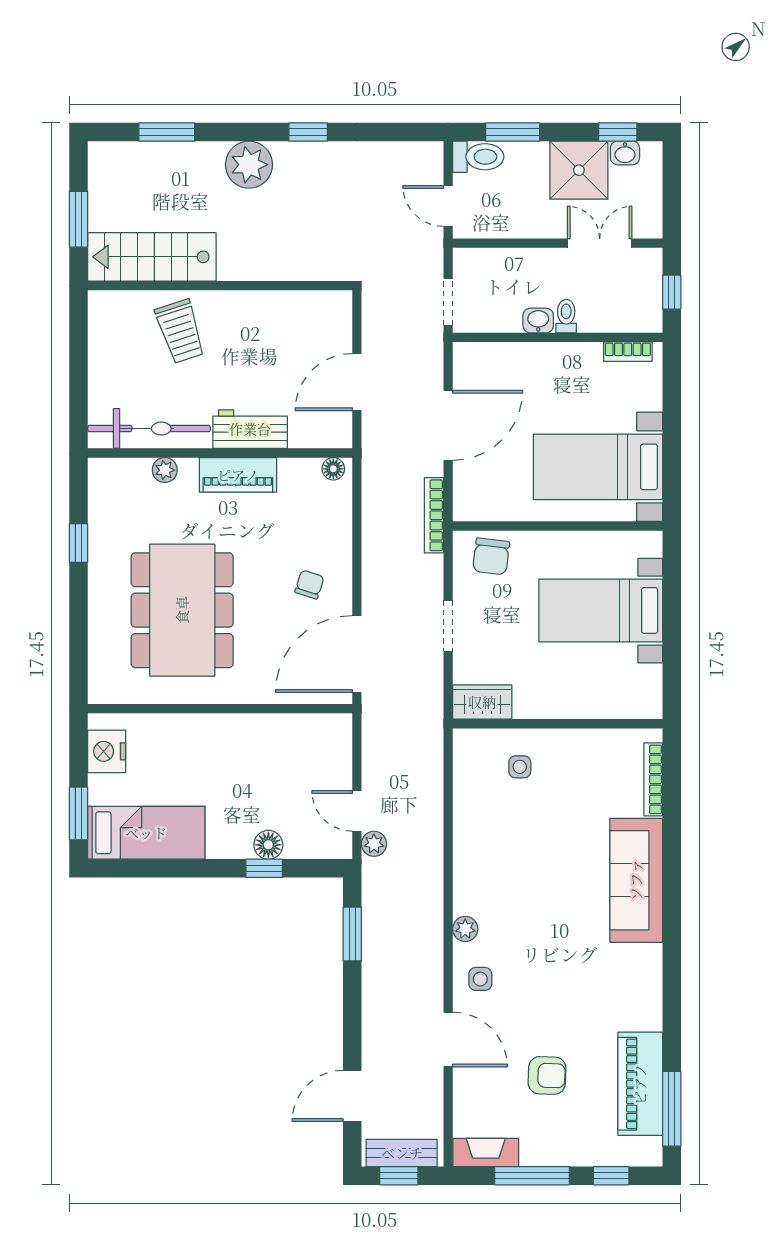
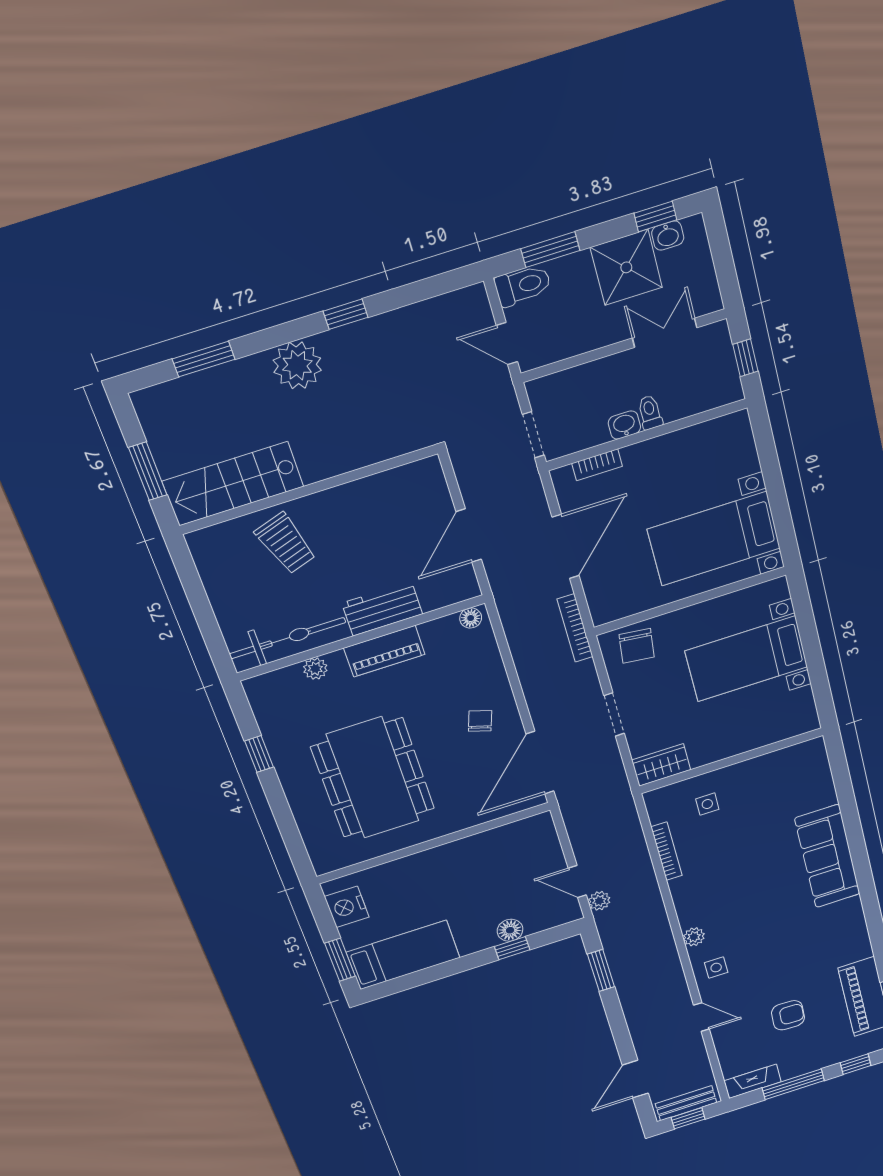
bookcase: (628, 352) -> (597, 465), moved
bookcase: (653, 779) -> (667, 851), moved, turned 180
door: (448, 1039) -> (701, 1017), width x0.73

